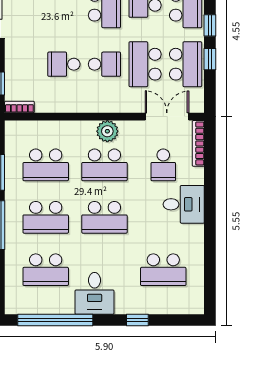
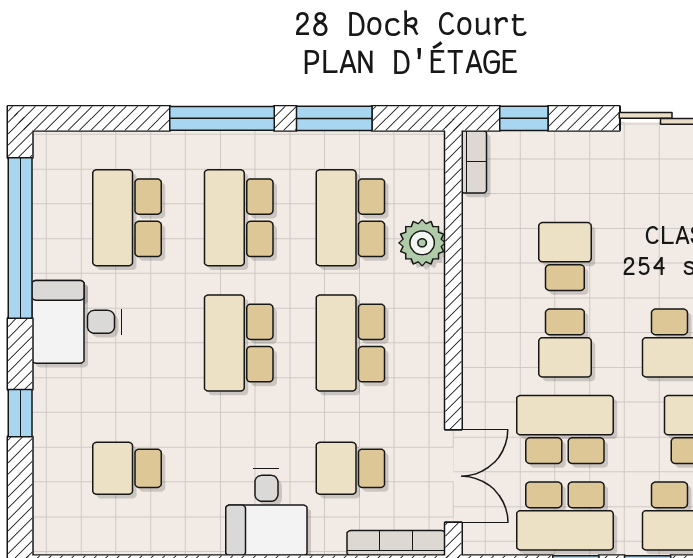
plant: (107, 131) -> (422, 243), moved
school desk: (163, 270) -> (127, 468), width x0.54

